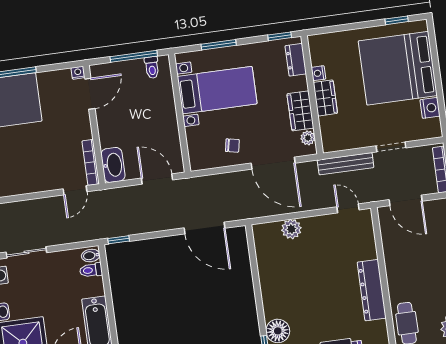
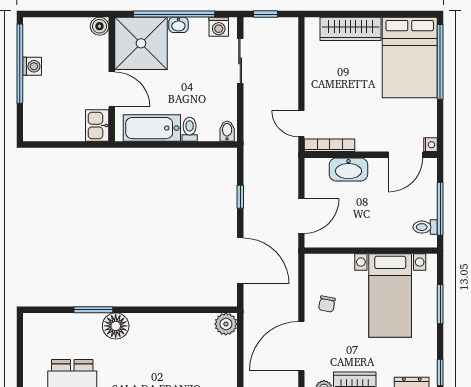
door: (90, 94) -> (405, 155), hinge flipped
washbasin: (113, 165) -> (348, 169), moved
door: (205, 228) -> (240, 261), swing flipped
plant: (291, 229) -> (226, 324), moved
window: (119, 240) -> (240, 197), moved
toilet: (91, 270) -> (190, 129), moved

